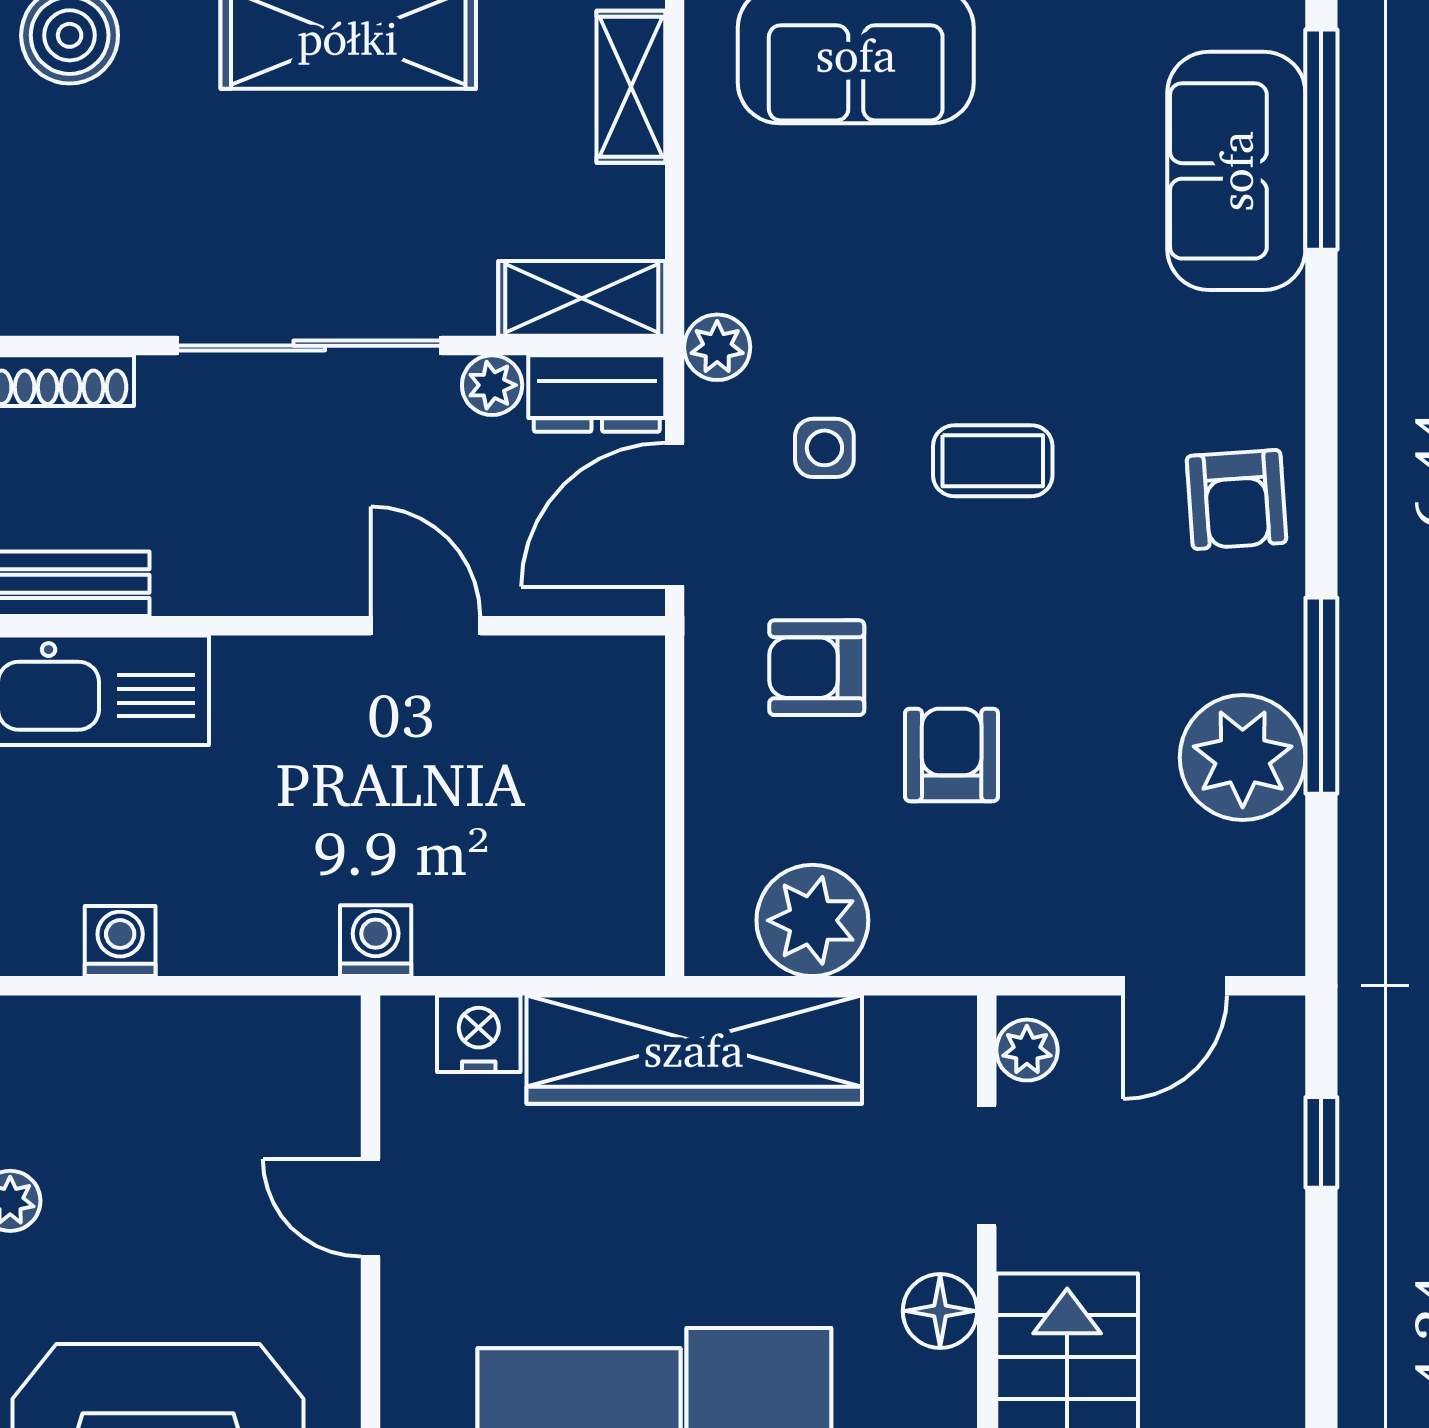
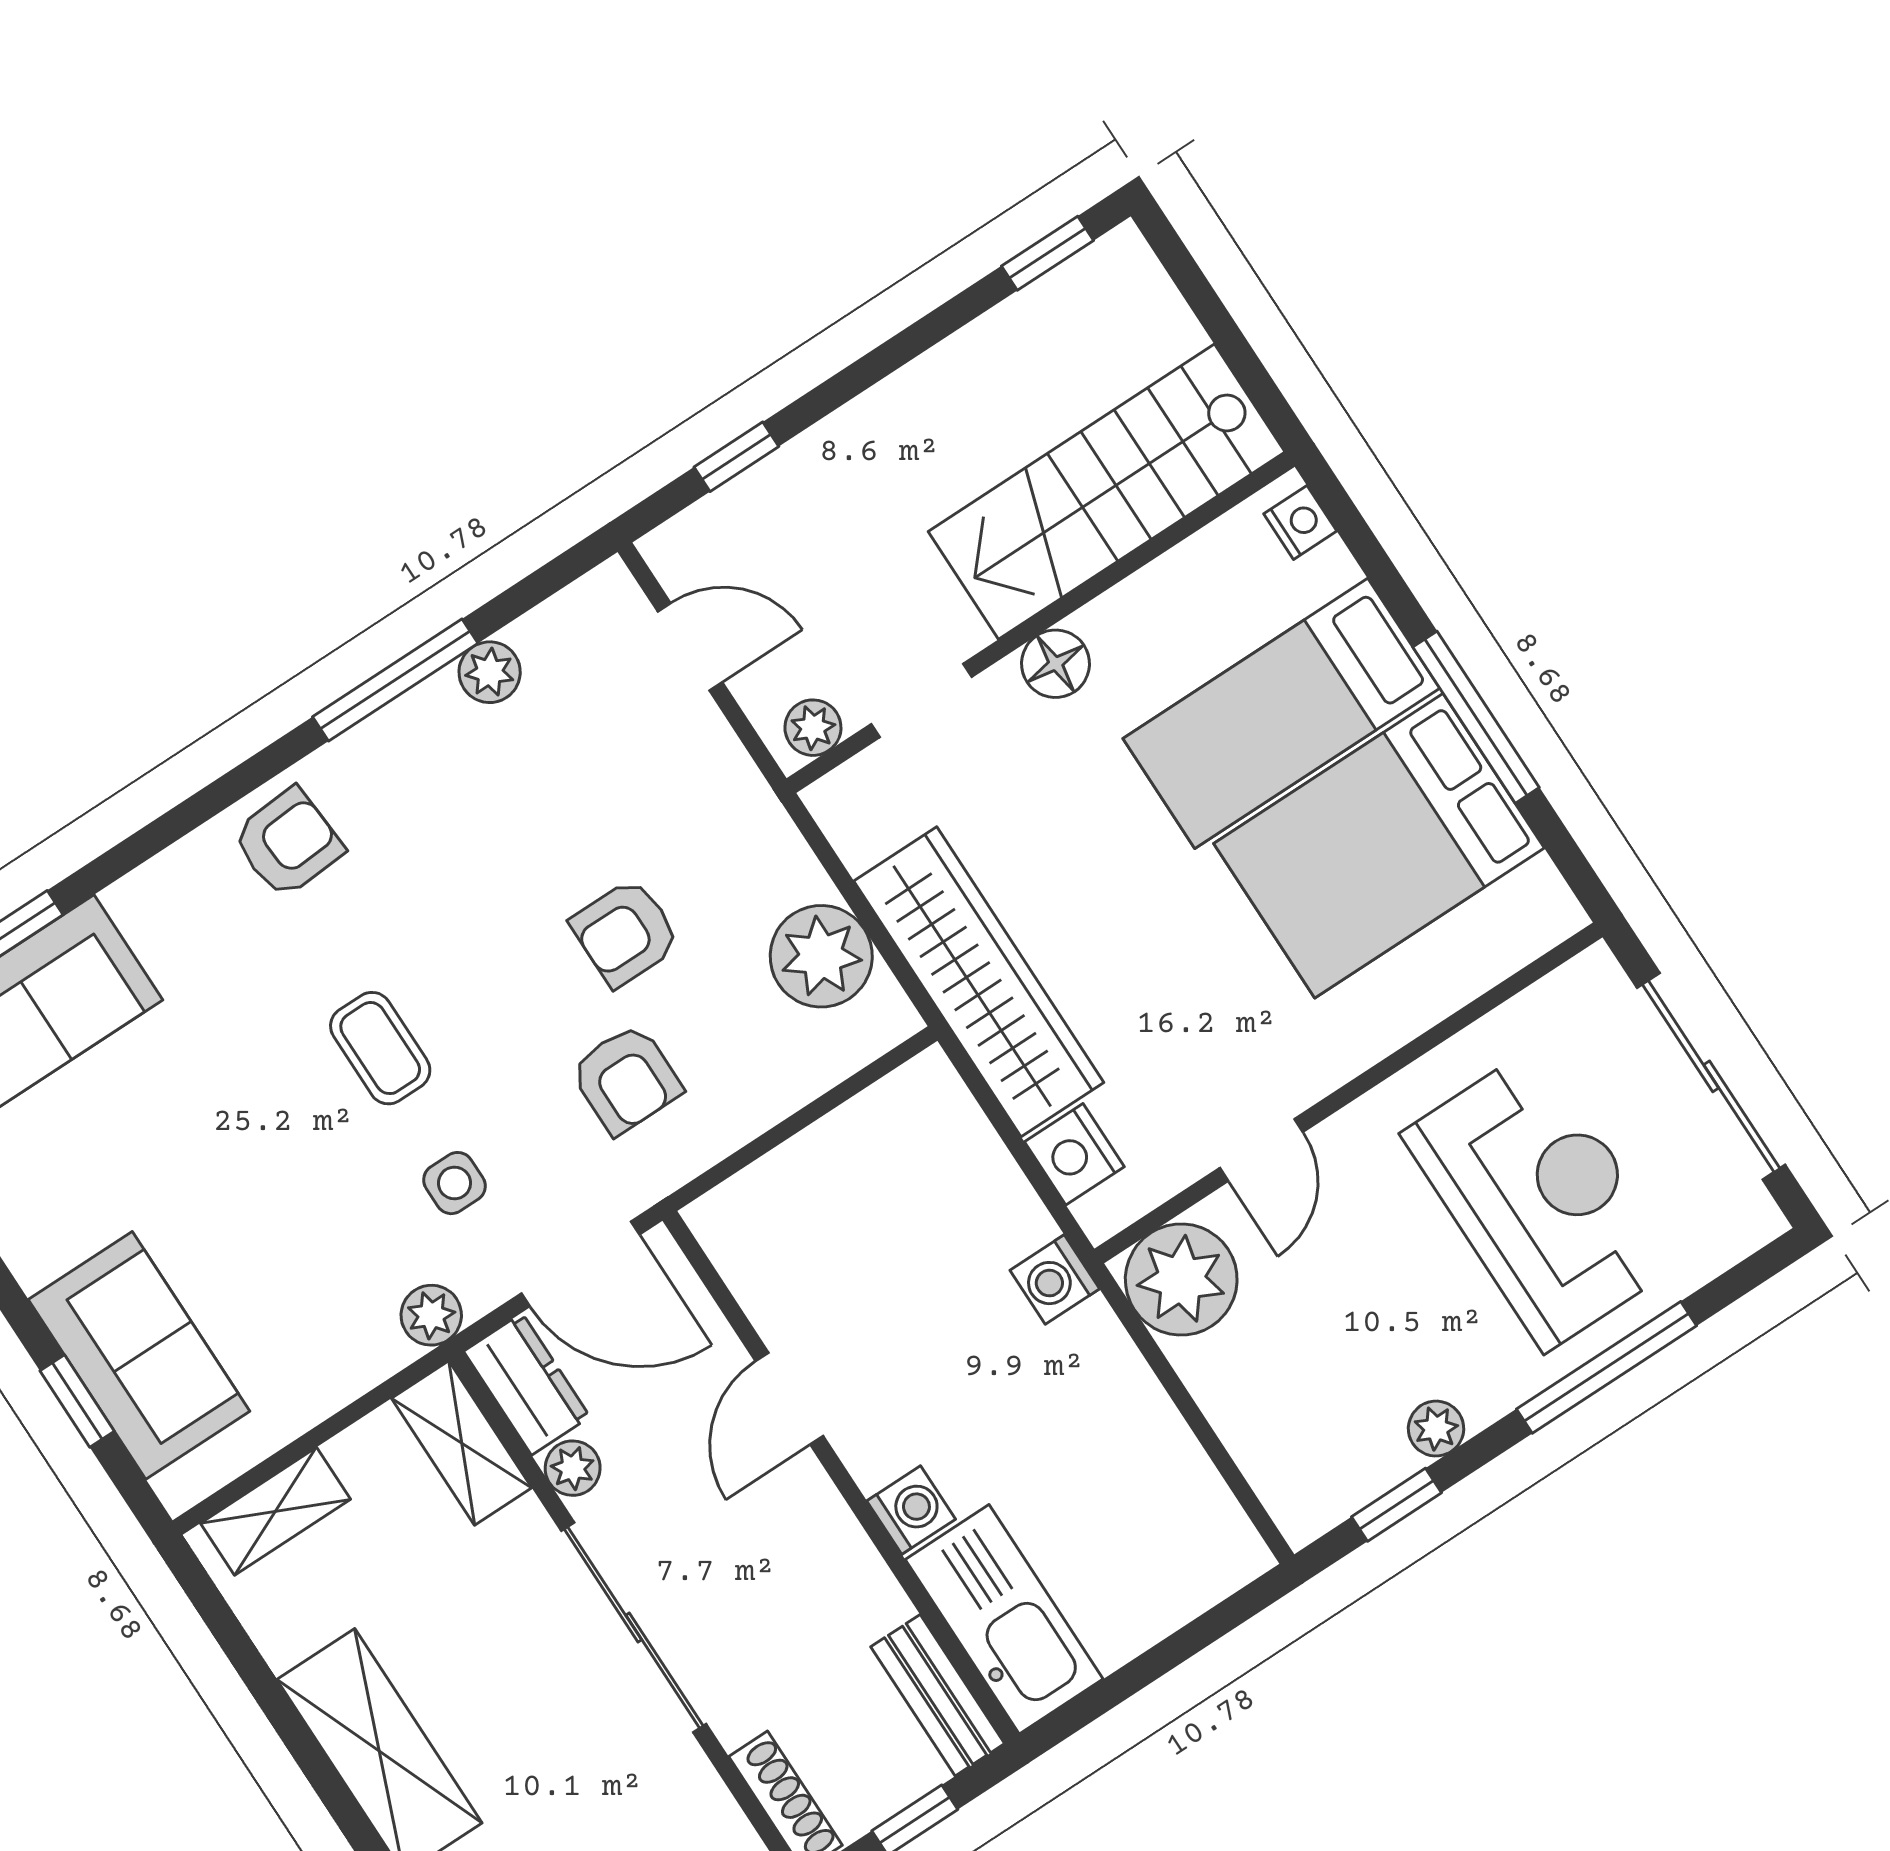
plant: (1243, 757) -> (490, 672), width x0.53, depth x0.53
washing machine: (120, 941) -> (911, 1510), moved, turned 180
plant: (300, 1057) -> (1181, 1280), added

